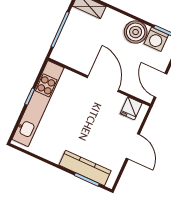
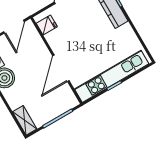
door: (103, 84) -> (61, 68), moved

